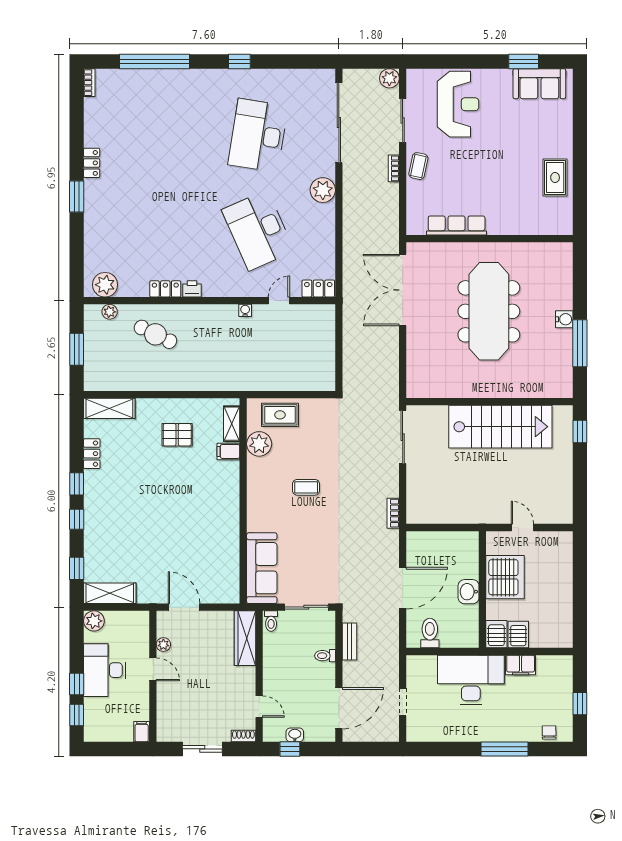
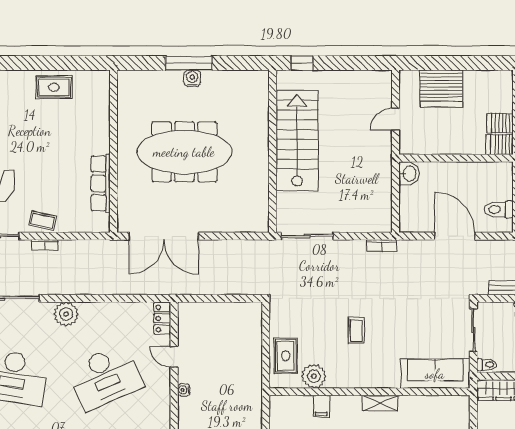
window: (580, 343) -> (189, 63), moved
shelving: (232, 424) -> (380, 403), moved
server rack: (505, 577) -> (441, 89), moved, turned 180
washbasin: (469, 592) -> (409, 174), moved, turned -90

